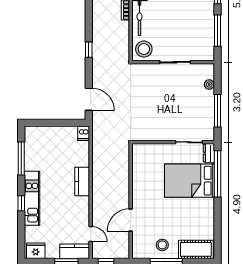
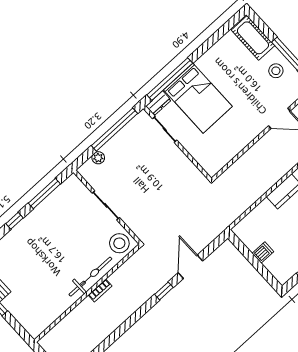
door: (89, 99) -> (190, 267), moved
window: (218, 111) -> (114, 130), width x1.46
dishwasher: (84, 133) -> (263, 252), moved

